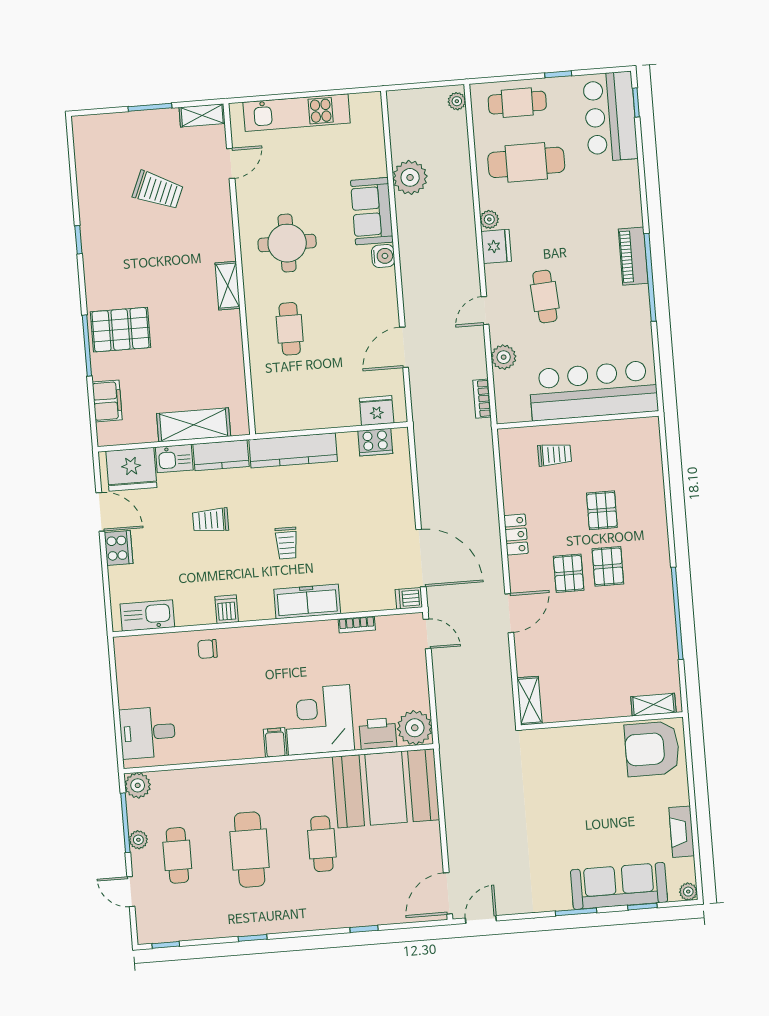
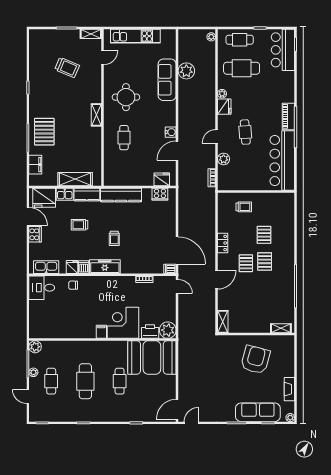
sofa: (372, 211) -> (167, 80), width x1.36
water cooler: (383, 256) -> (171, 132), moved
pallet: (121, 330) -> (44, 132), turned 90
bar counter: (594, 391) -> (282, 161), moved, turned -90
freezer: (307, 602) -> (105, 267), moved
fridge: (202, 611) -> (72, 267), added
desk: (148, 733) -> (42, 288), moved
armchair: (652, 749) -> (255, 360), moved, turned 105

